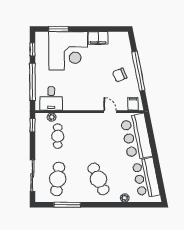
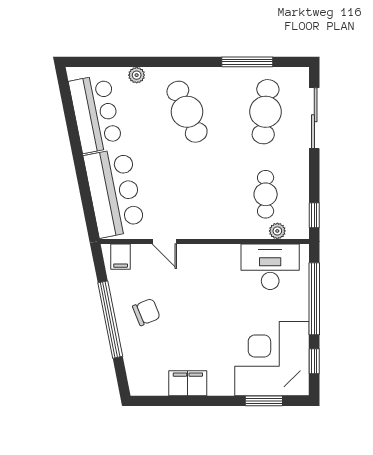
corner desk: (68, 51) -> (272, 359), moved
desk: (51, 99) -> (270, 267), width x1.37

